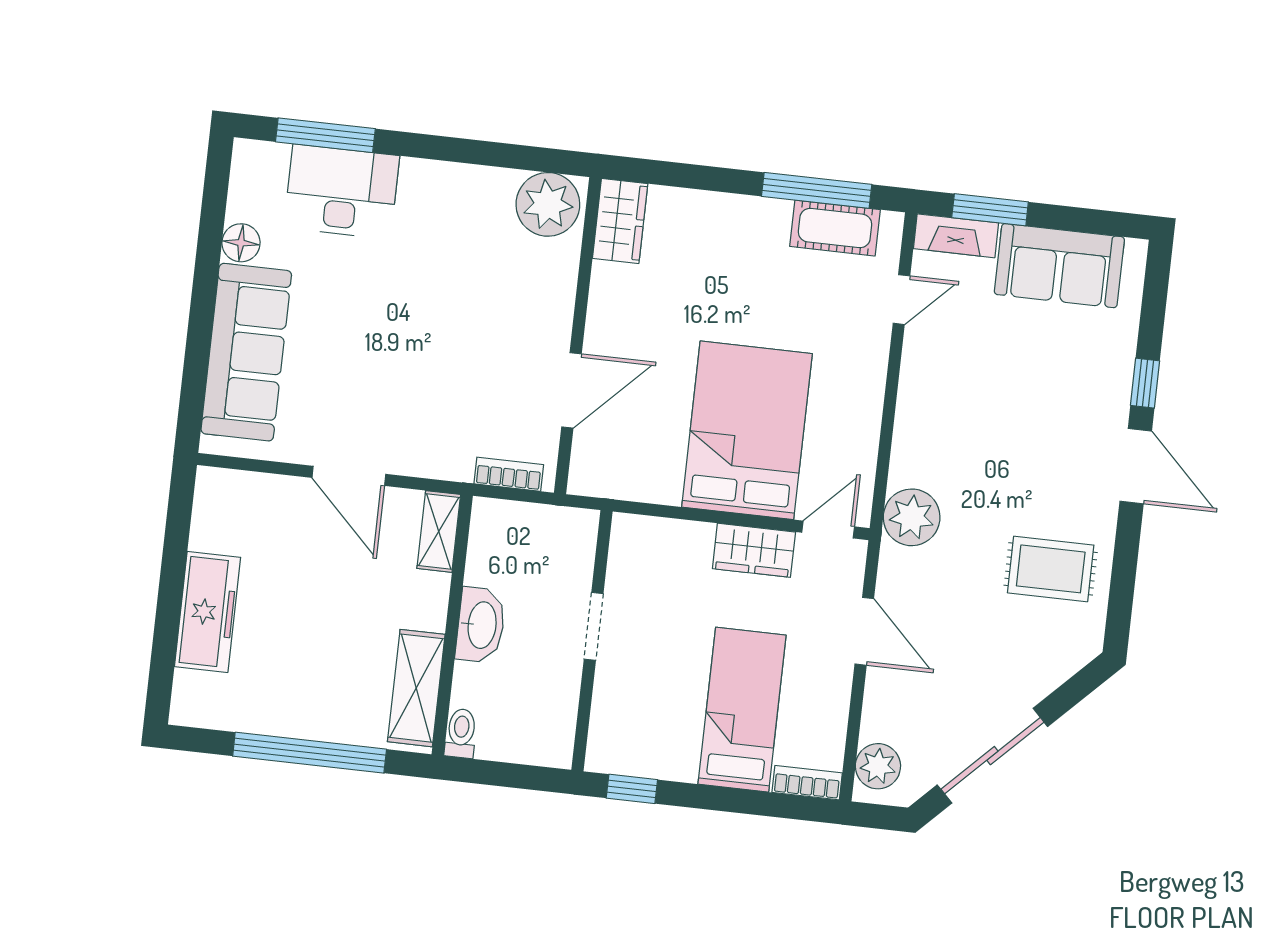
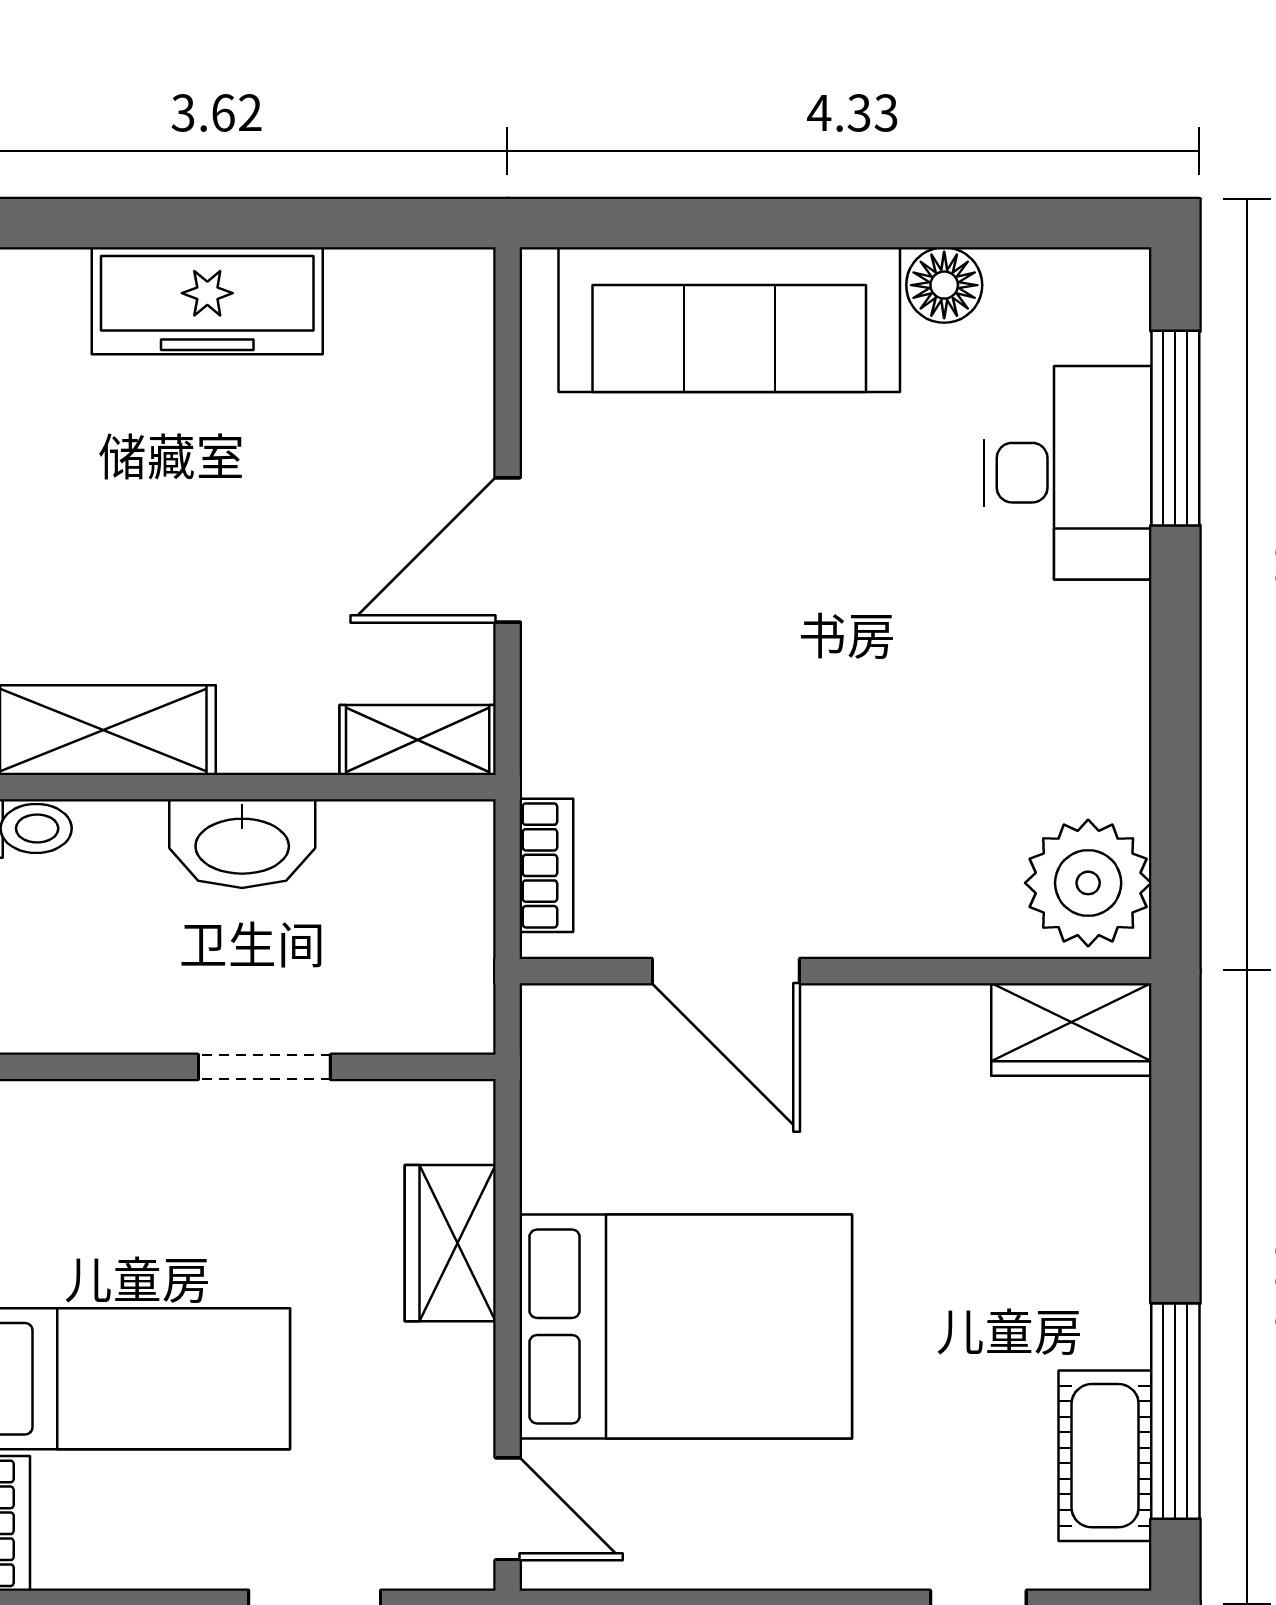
wardrobe: (754, 550) -> (450, 1243), moved

